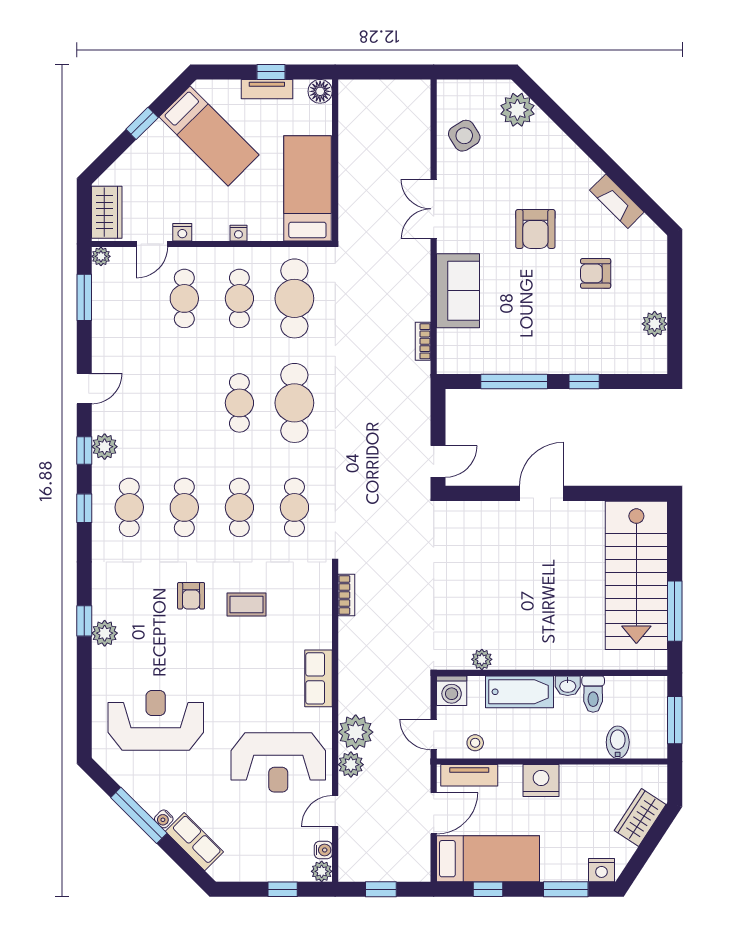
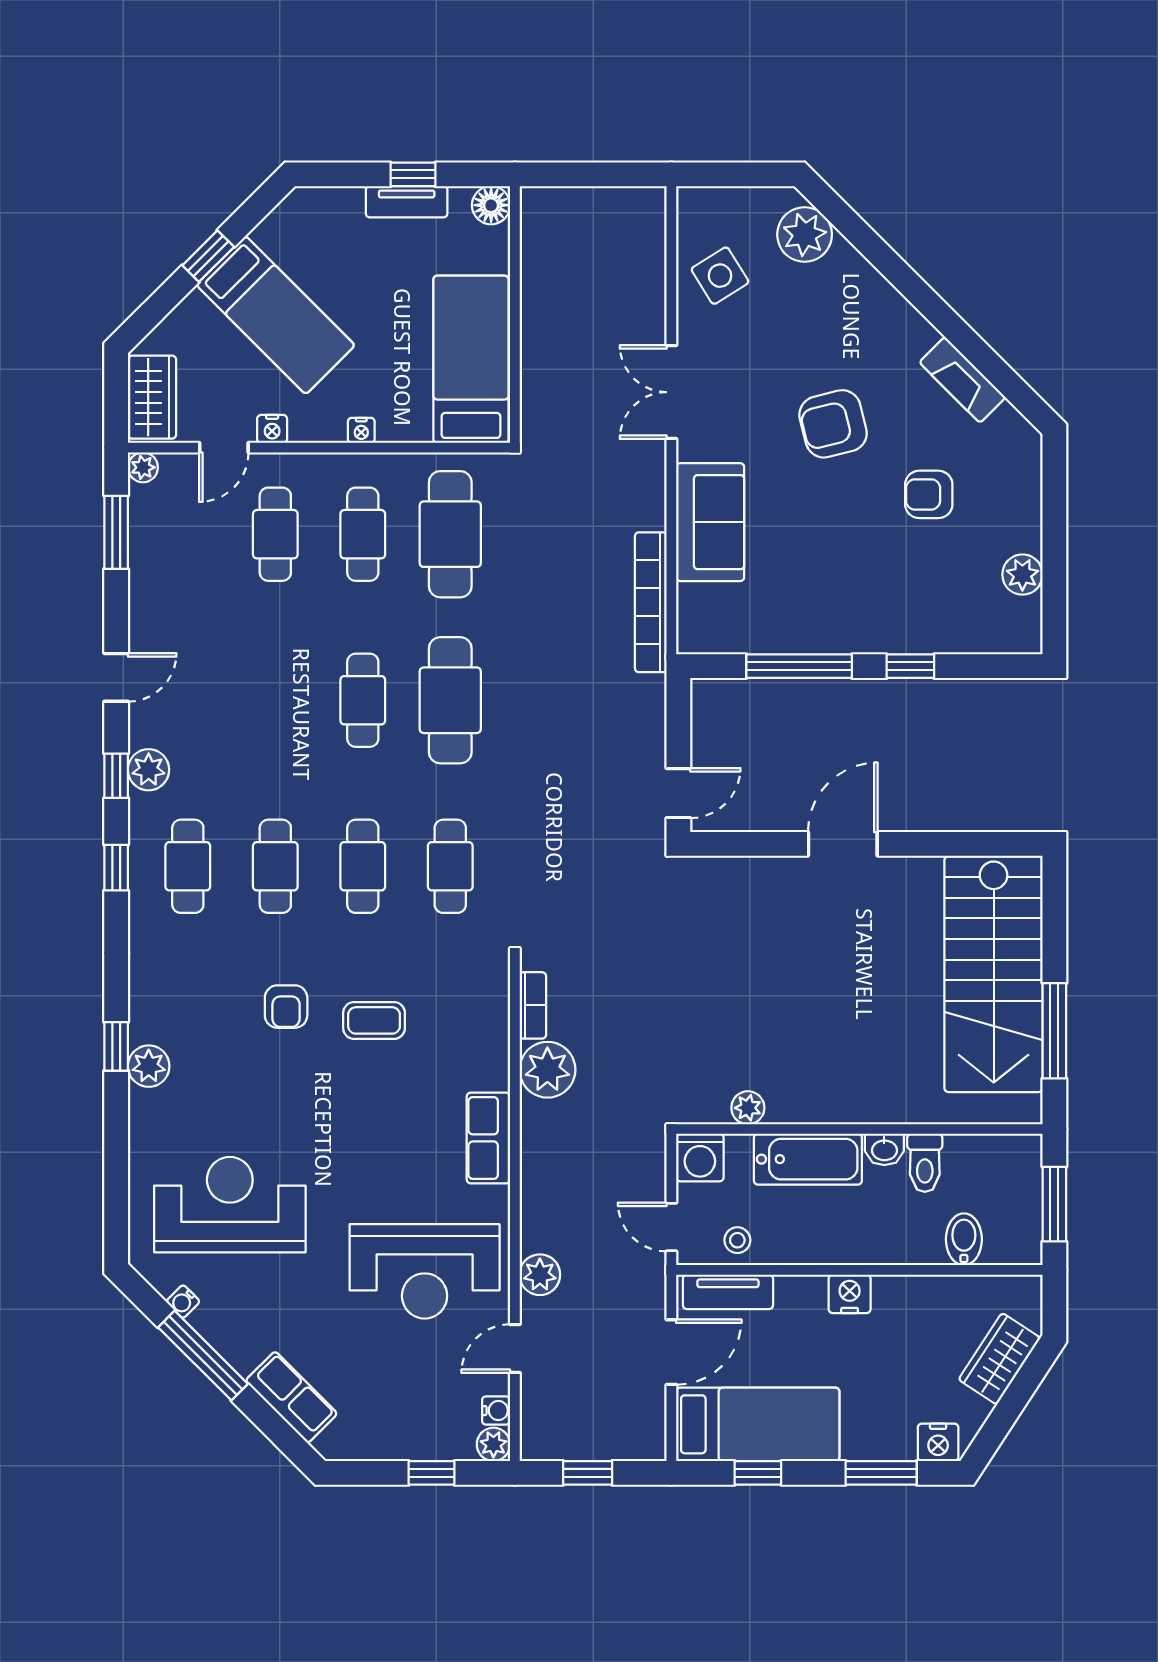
bed: (209, 136) -> (276, 315), moved
armchair: (535, 229) -> (833, 424), turned 76
bookcase: (423, 341) -> (651, 602), width x2.31, depth x1.31
plant: (356, 732) -> (547, 1070), moved
nightstand: (541, 781) -> (850, 1294), width x0.74, depth x0.75
water cooler: (164, 819) -> (183, 1301), moved

